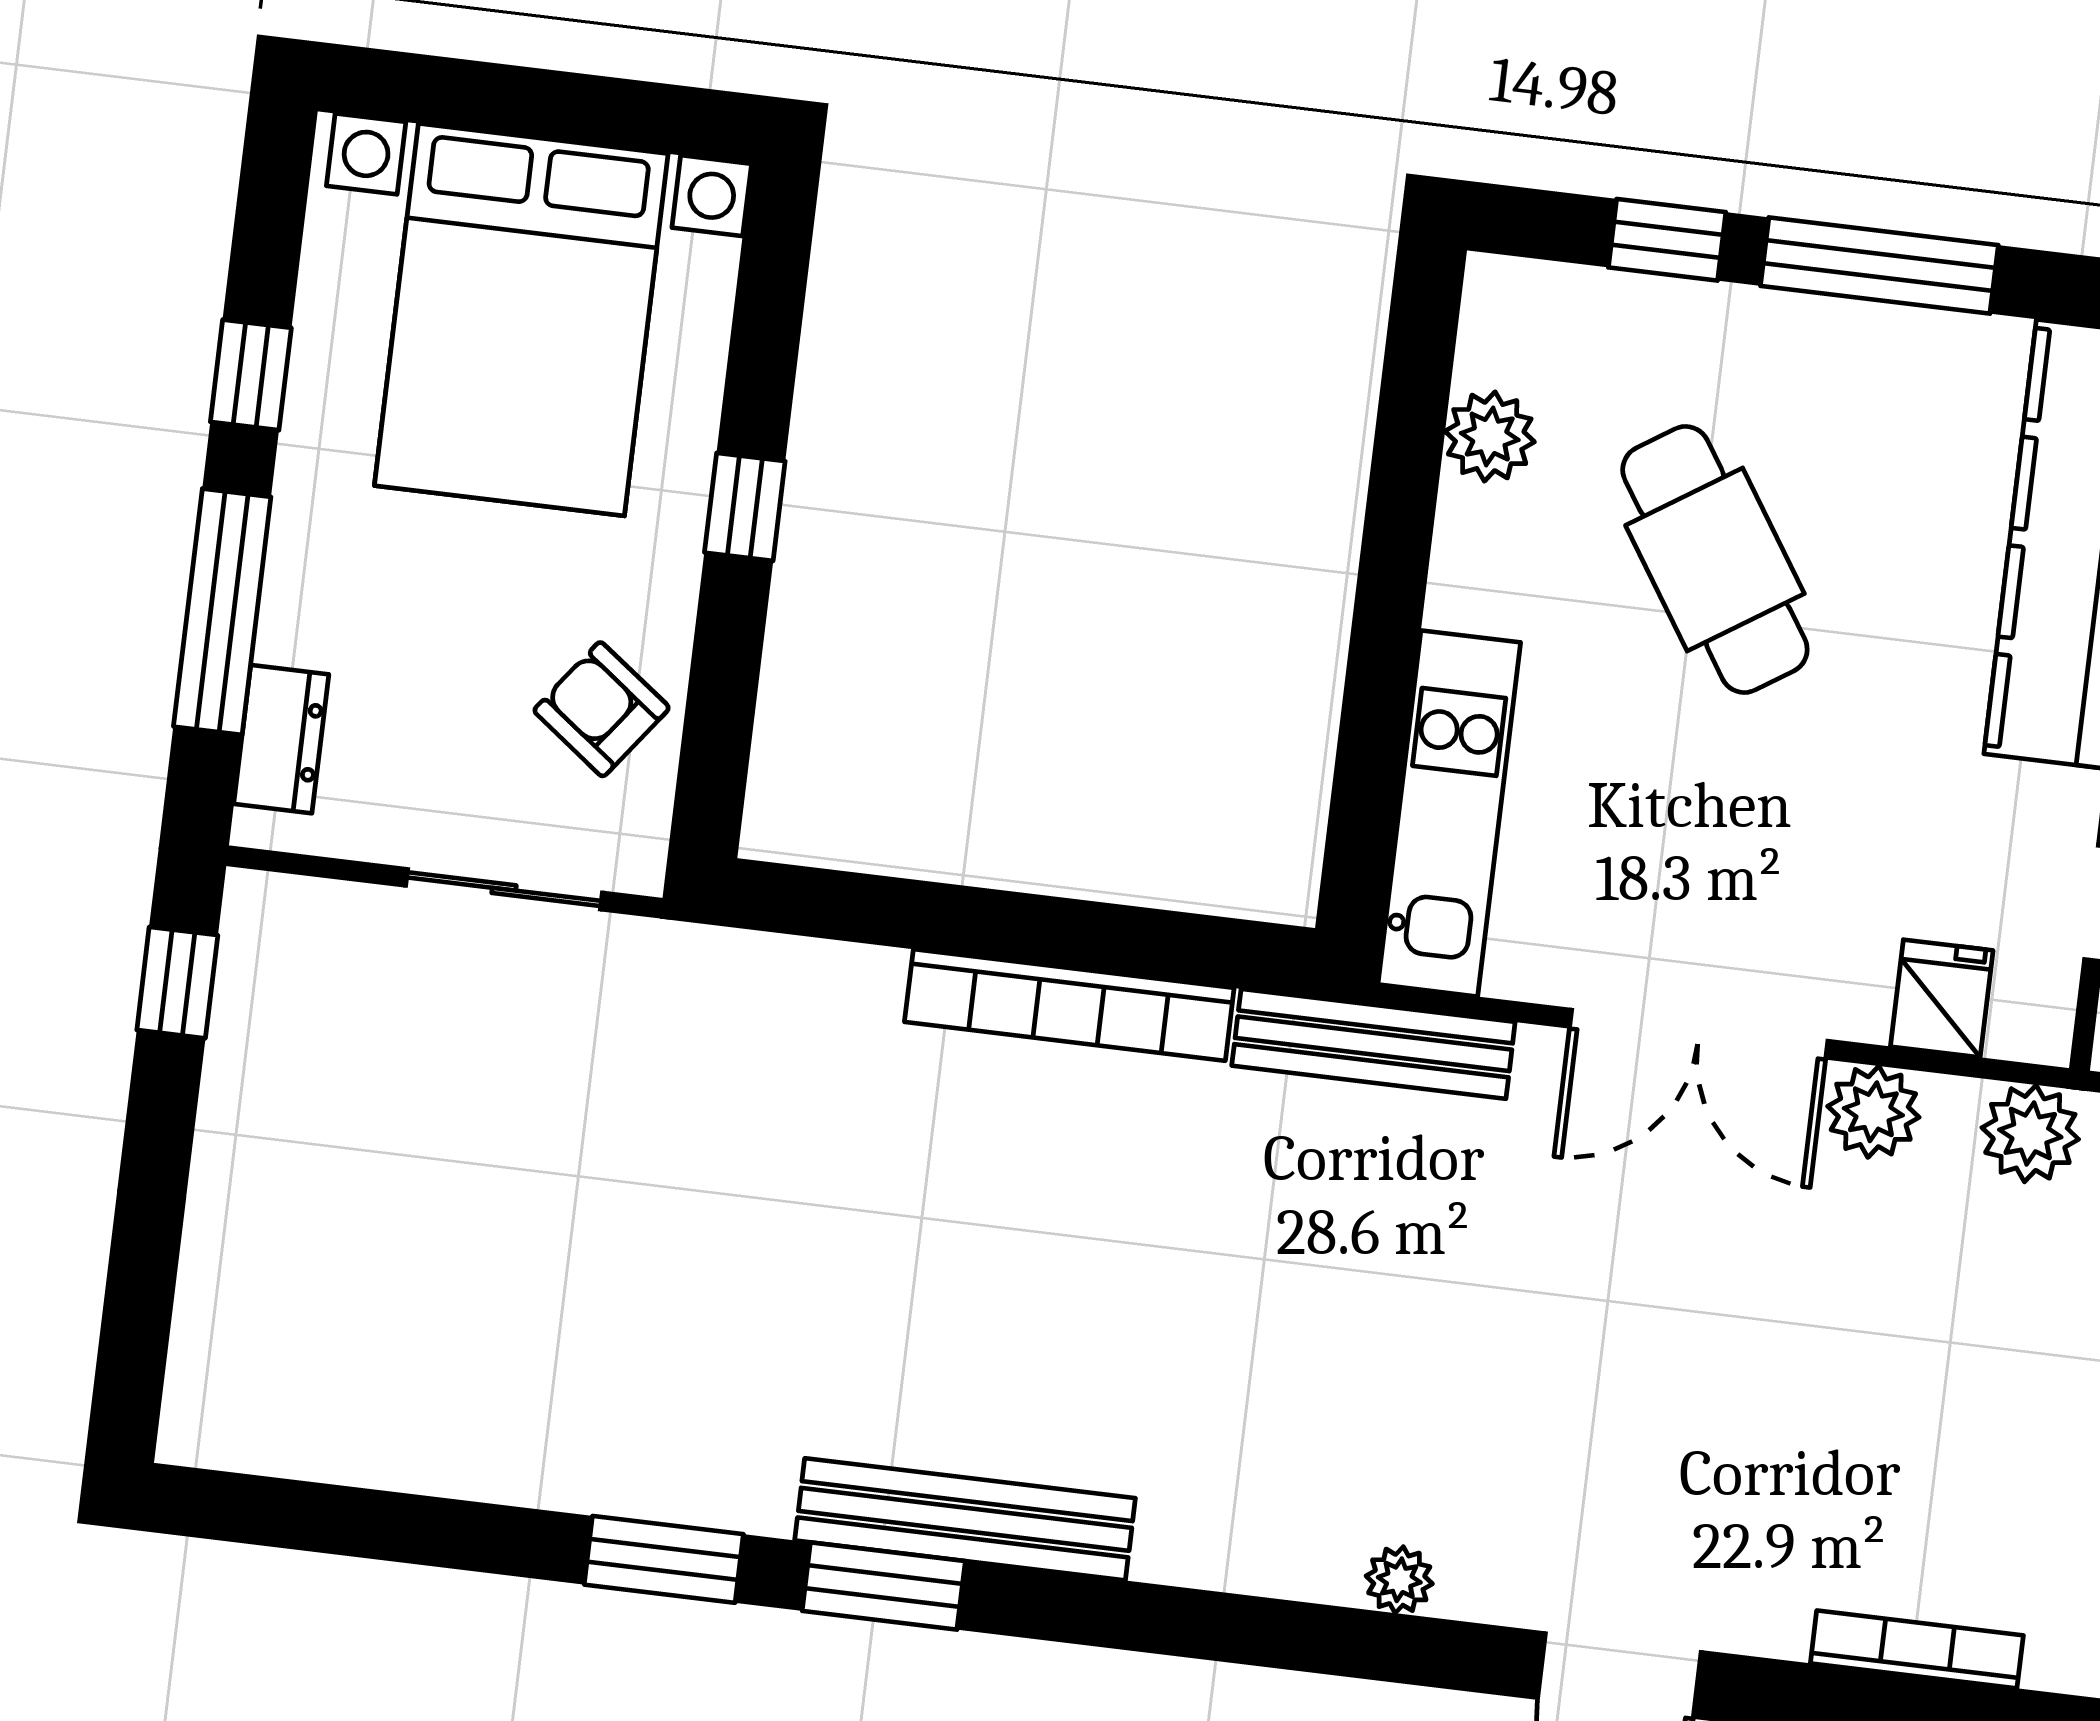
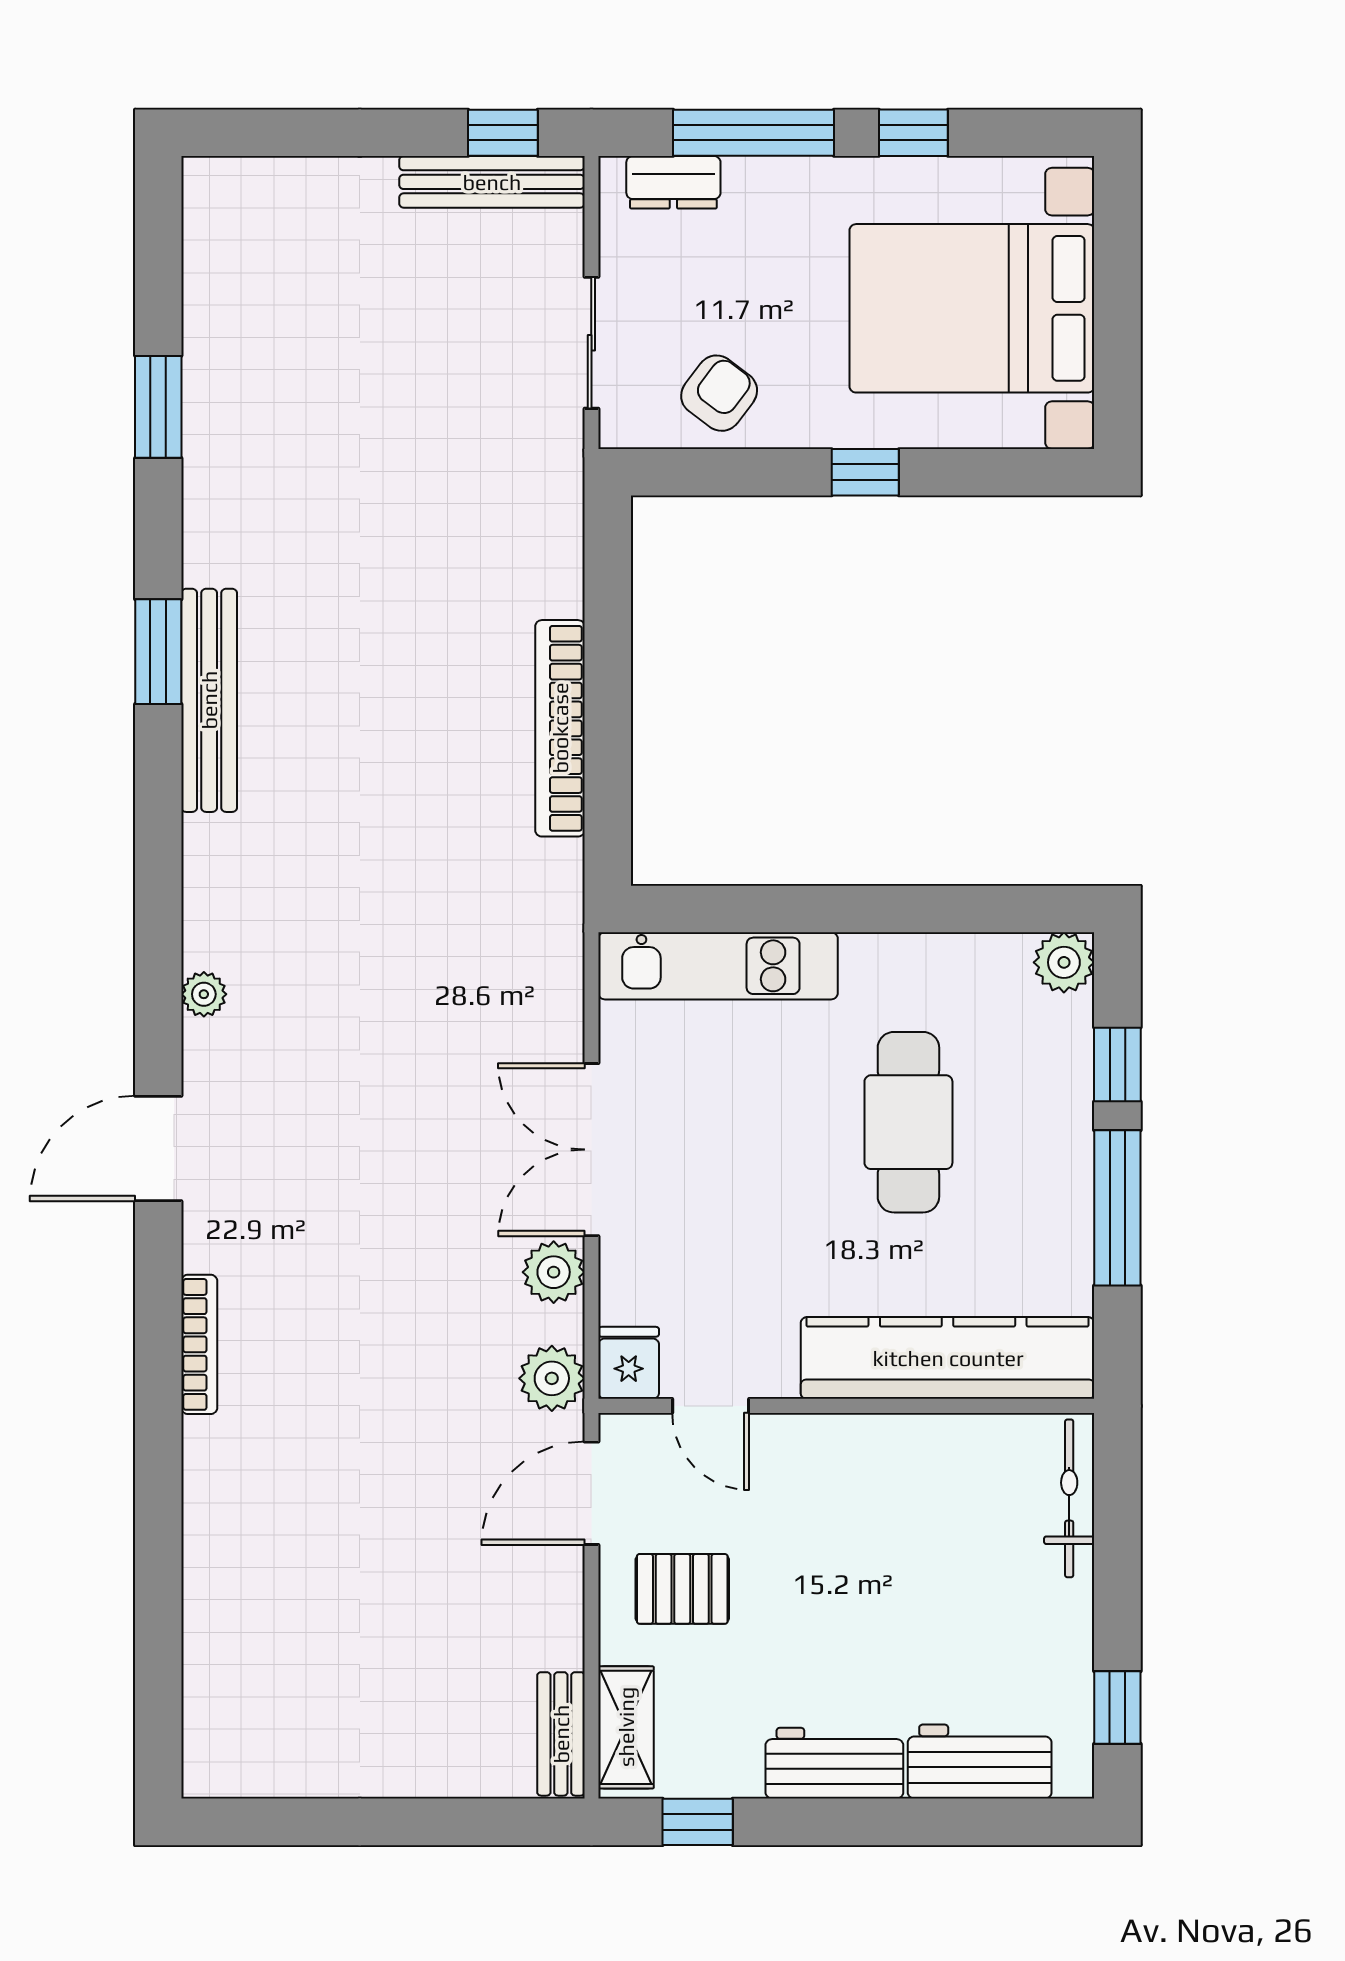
plant: (1490, 437) -> (1064, 962), moved
cafe table: (1715, 560) -> (908, 1122), turned -57
fridge: (1942, 998) -> (629, 1363), moved, turned -90
bench: (1373, 1044) -> (492, 182), moved, turned 90
window: (664, 1559) -> (158, 407), moved

